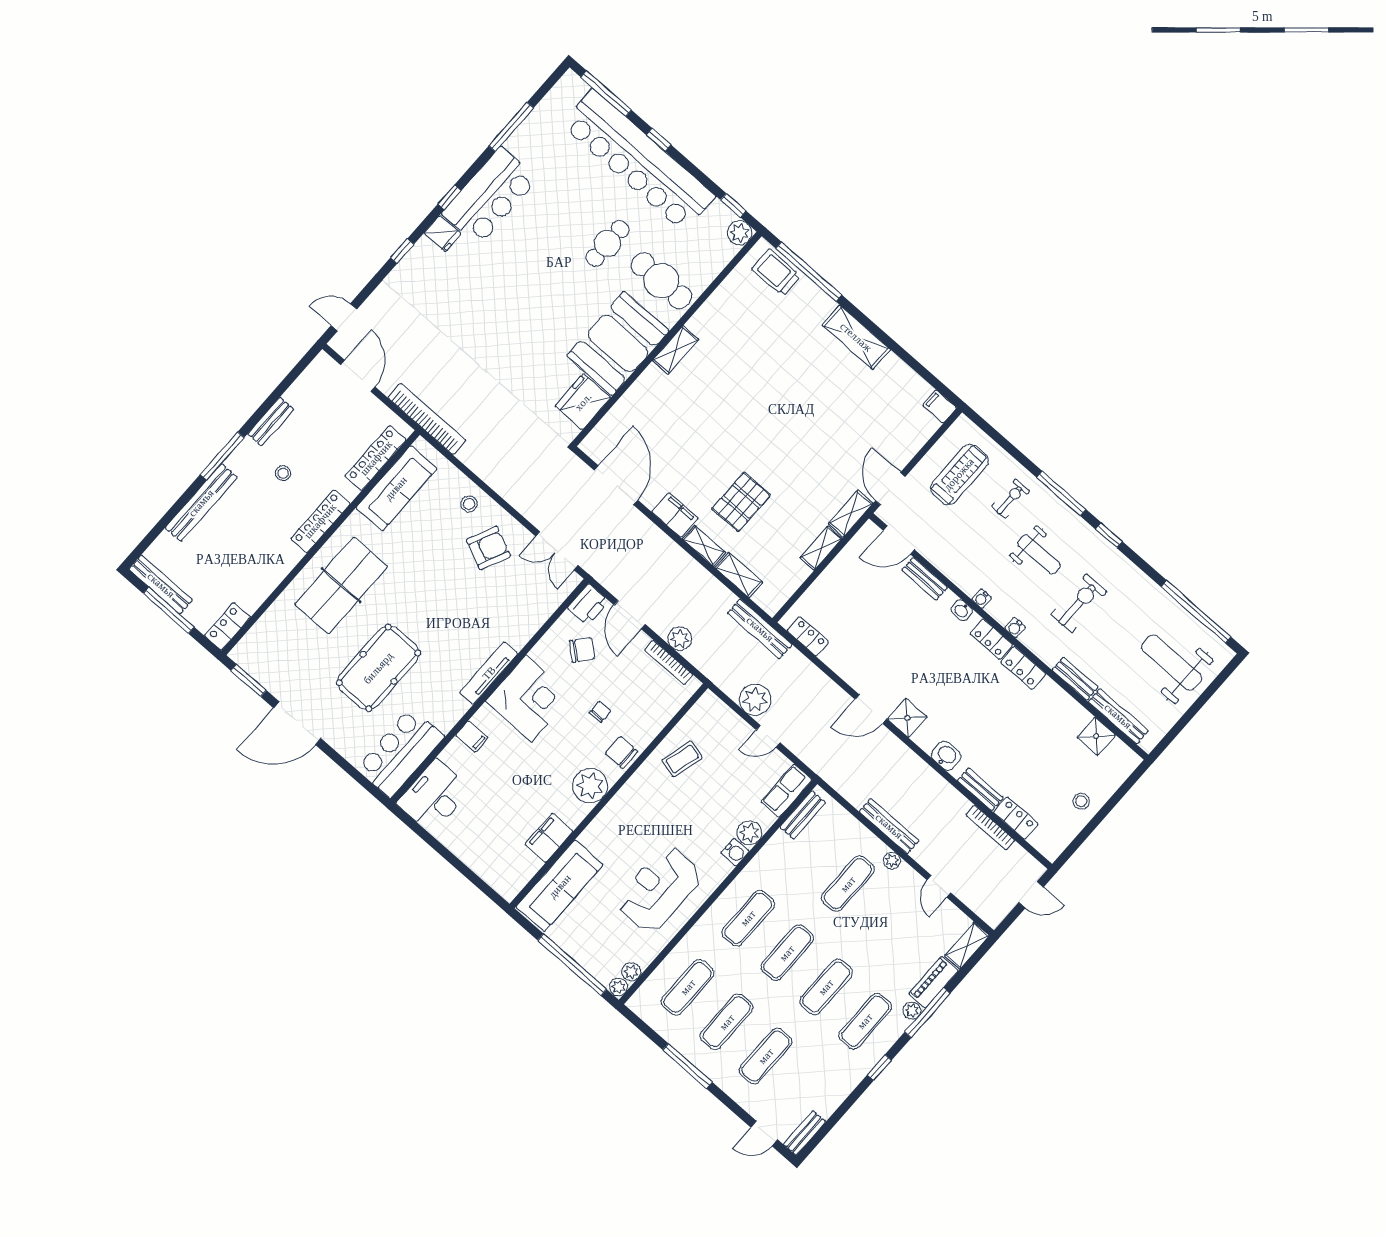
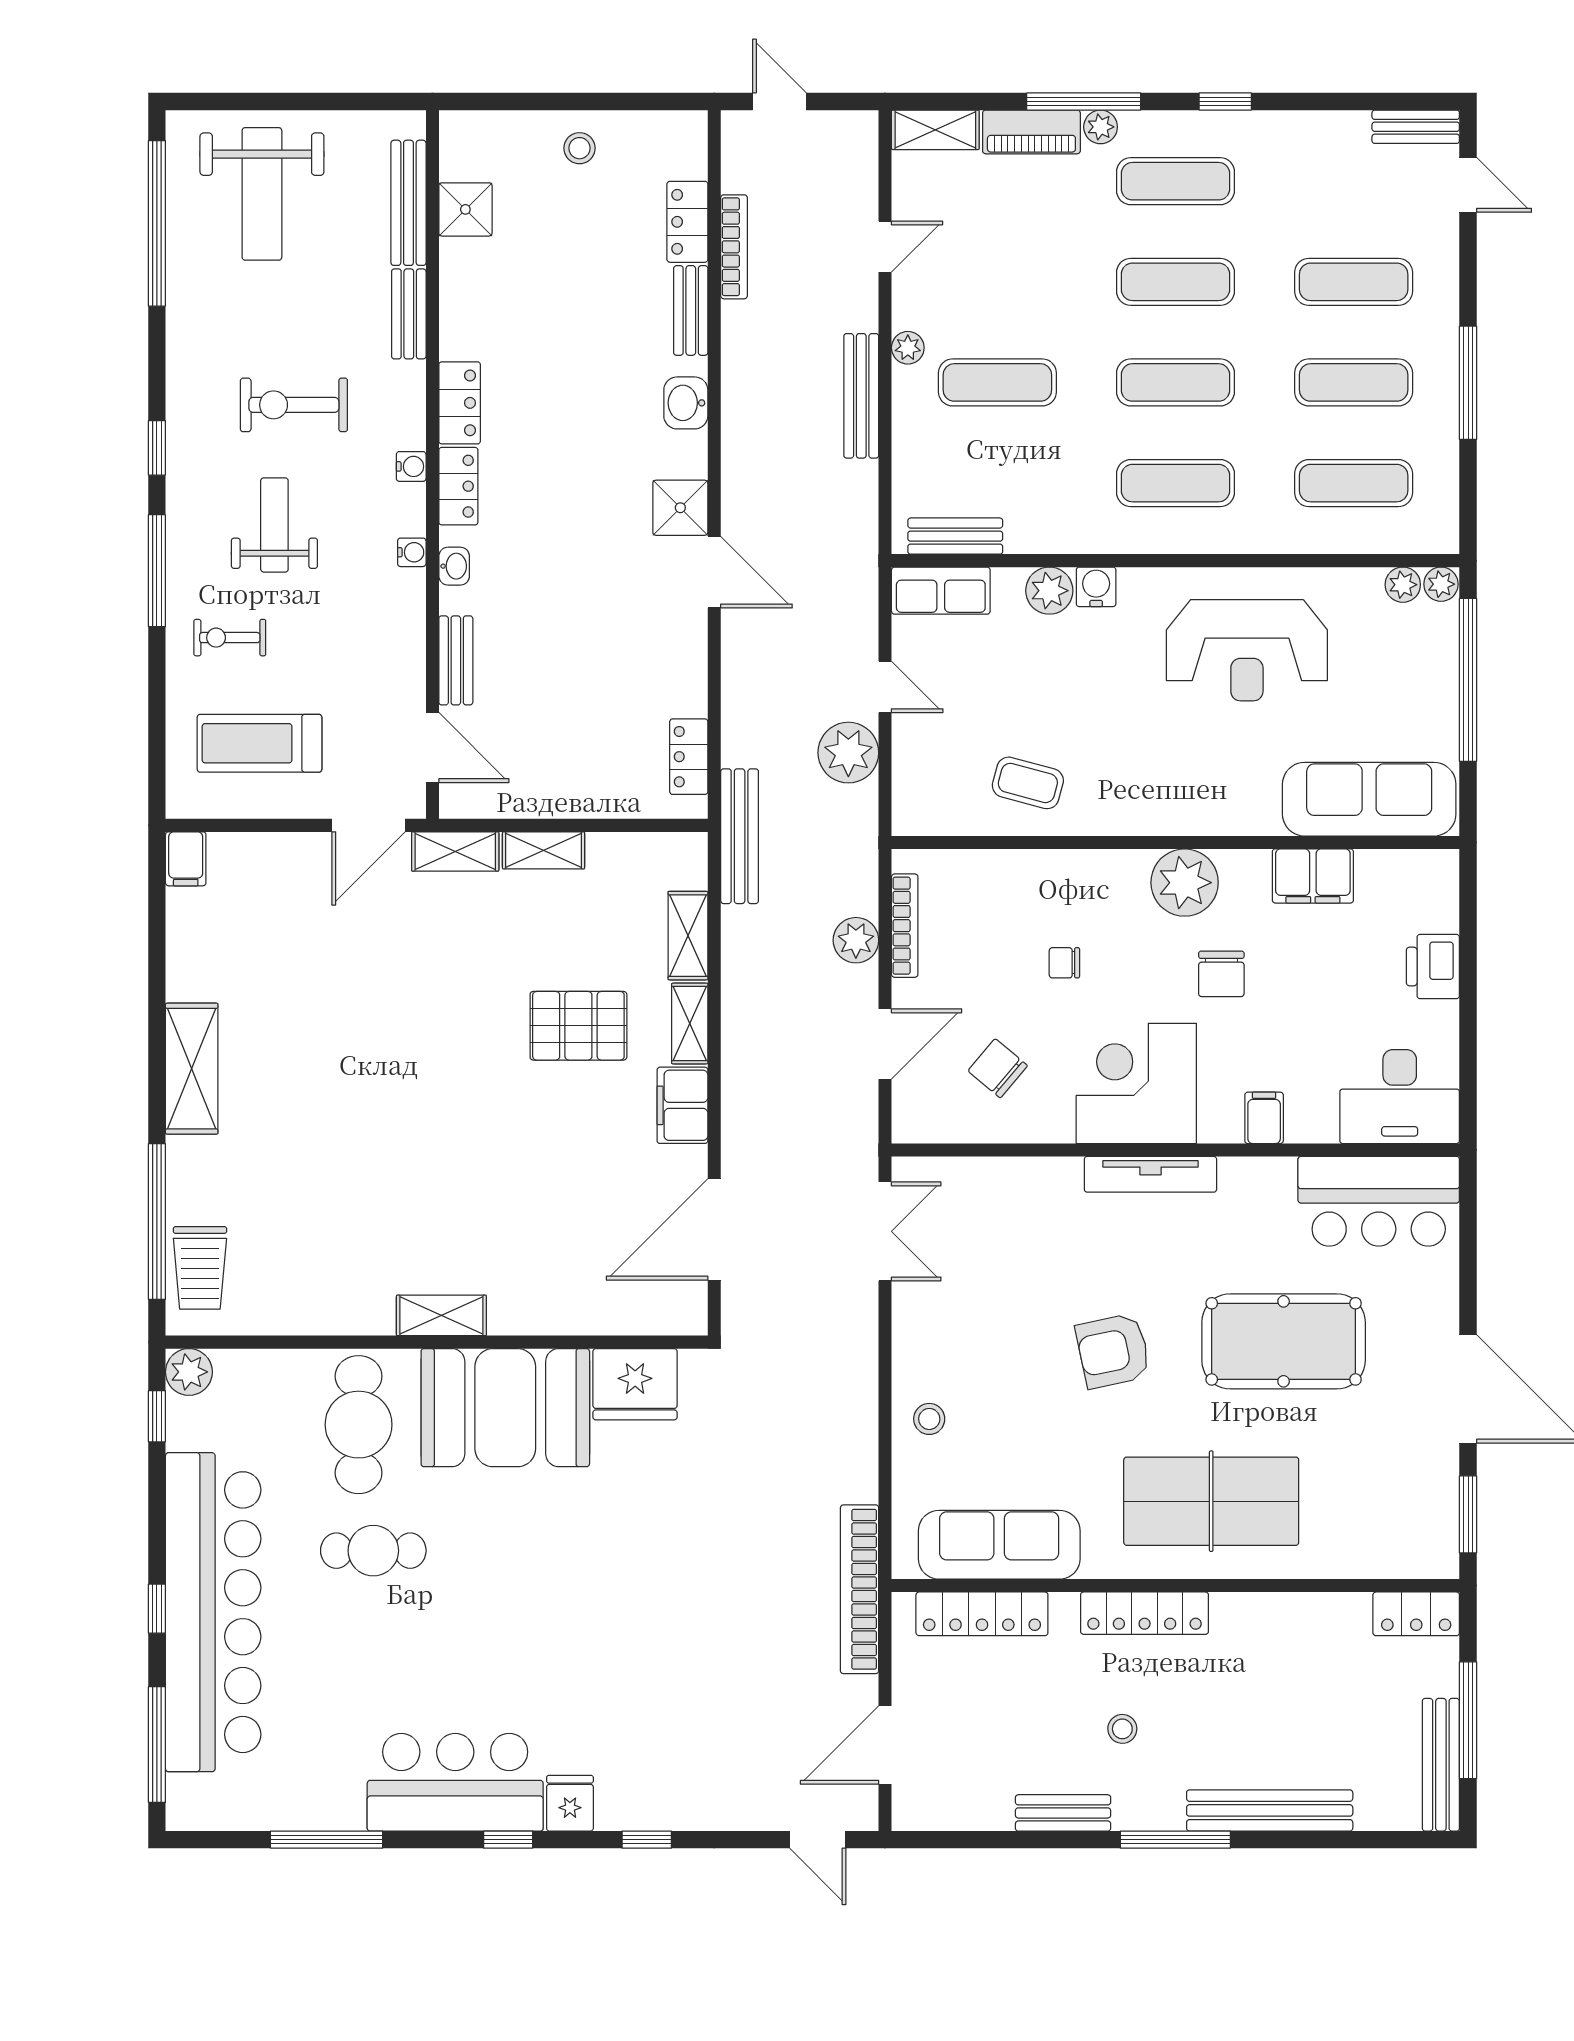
armchair: (488, 548) -> (1113, 1351), moved, turned -36
printer: (588, 605) -> (1433, 966), moved, turned -90
chair: (622, 753) -> (1221, 974), moved

